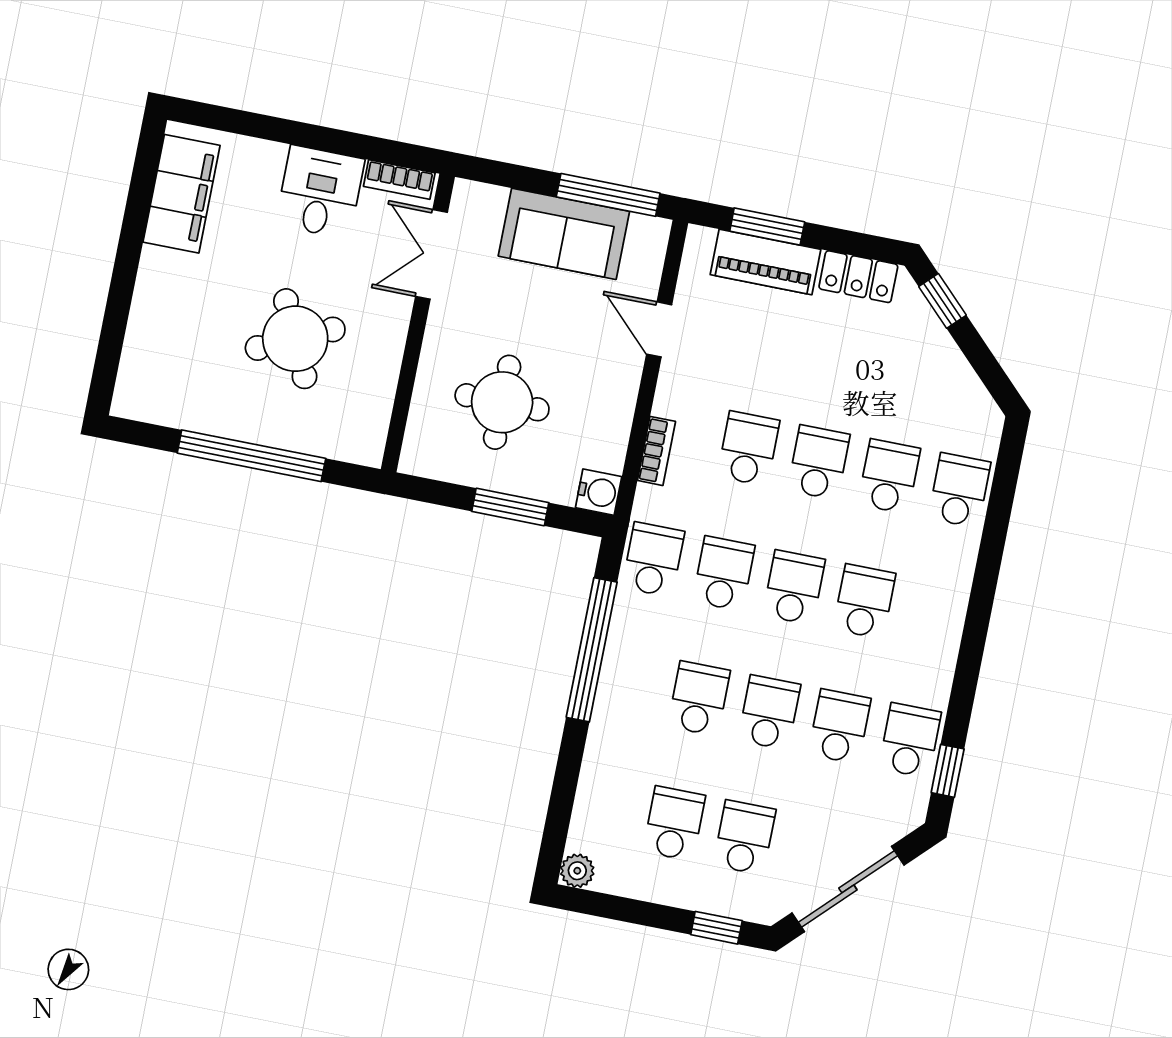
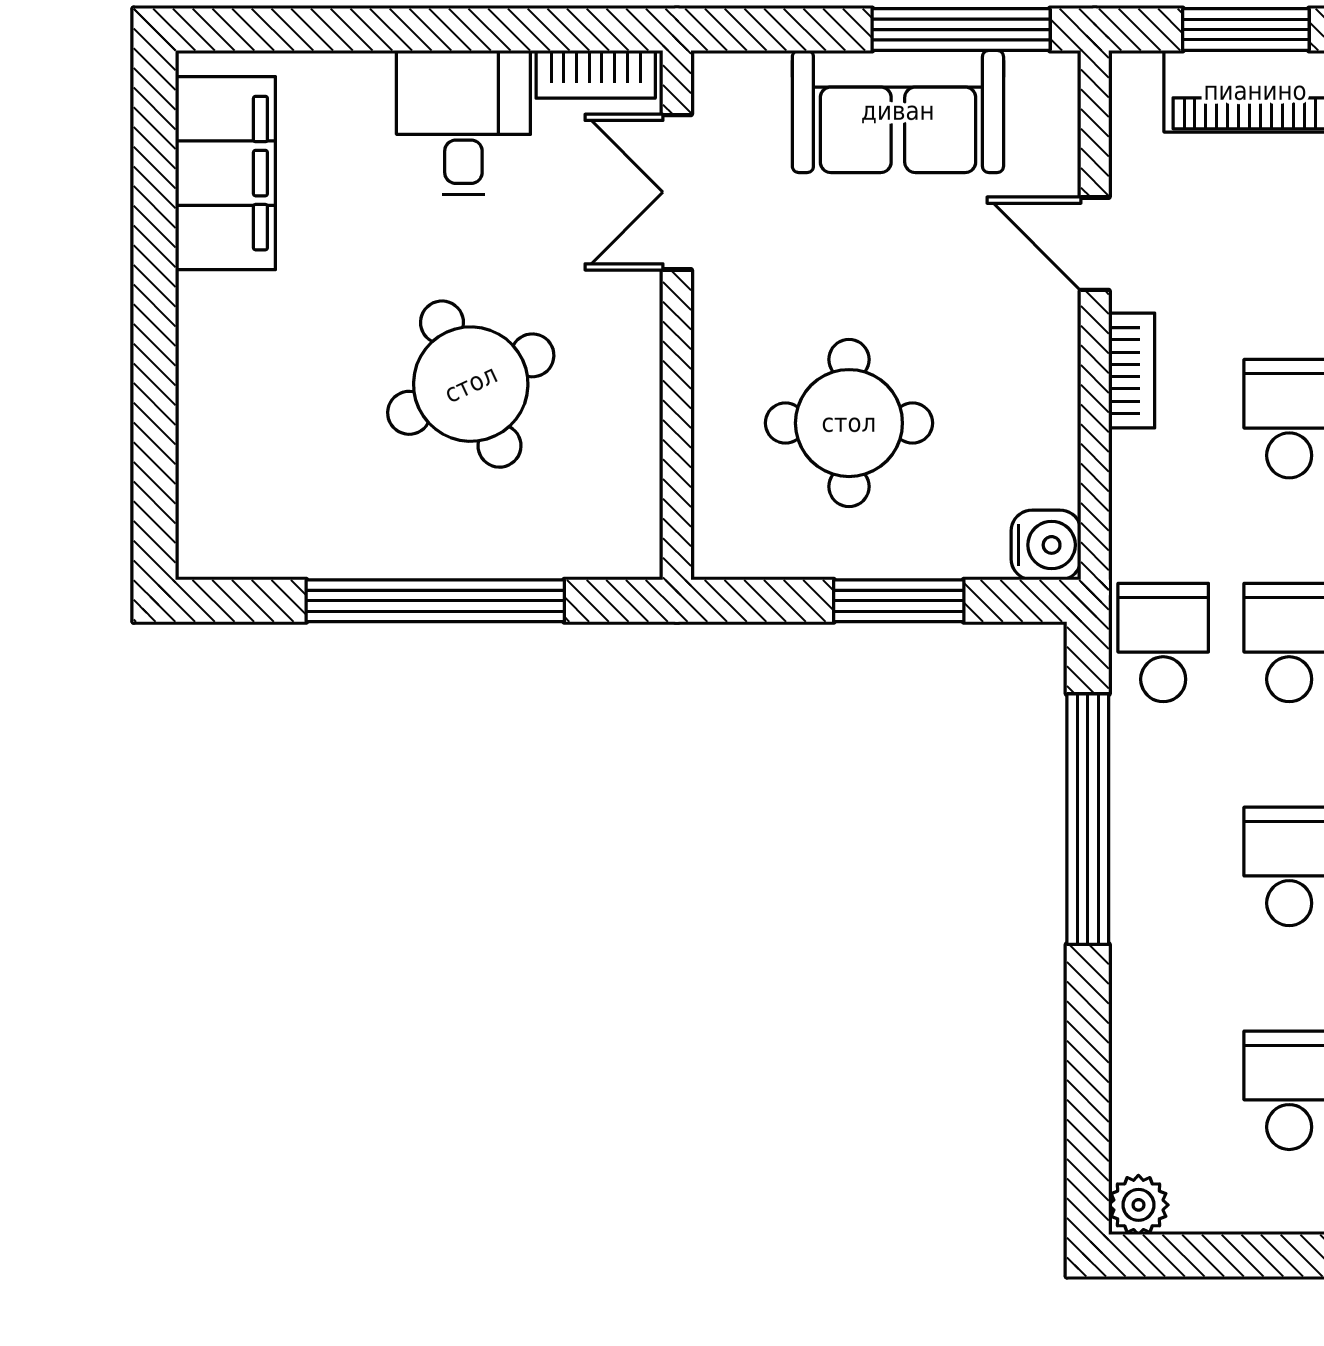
bookcase: (656, 451) -> (1132, 370), moved

